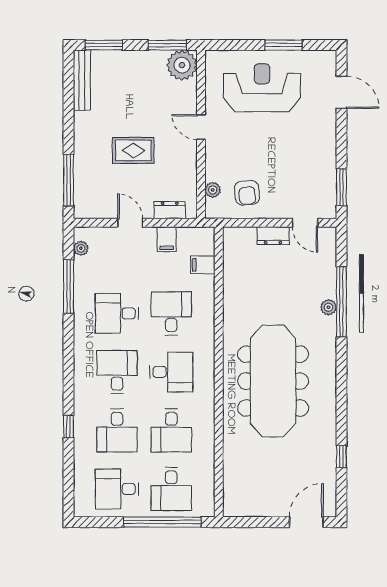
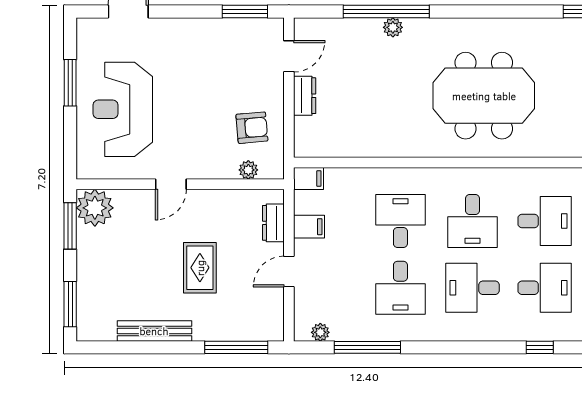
bench: (82, 80) -> (154, 331), moved
filing cabinet: (203, 265) -> (309, 179), moved, turned -90
desk: (171, 313) -> (400, 221), turned 90
desk: (171, 372) -> (473, 221), turned 180
meeting table: (273, 381) -> (484, 96), width x0.73

